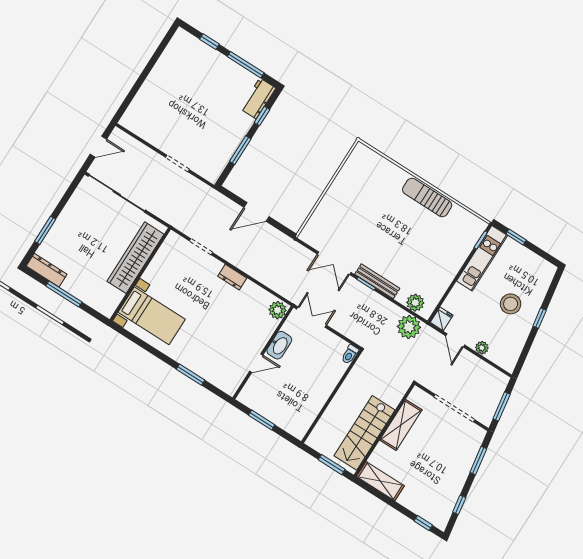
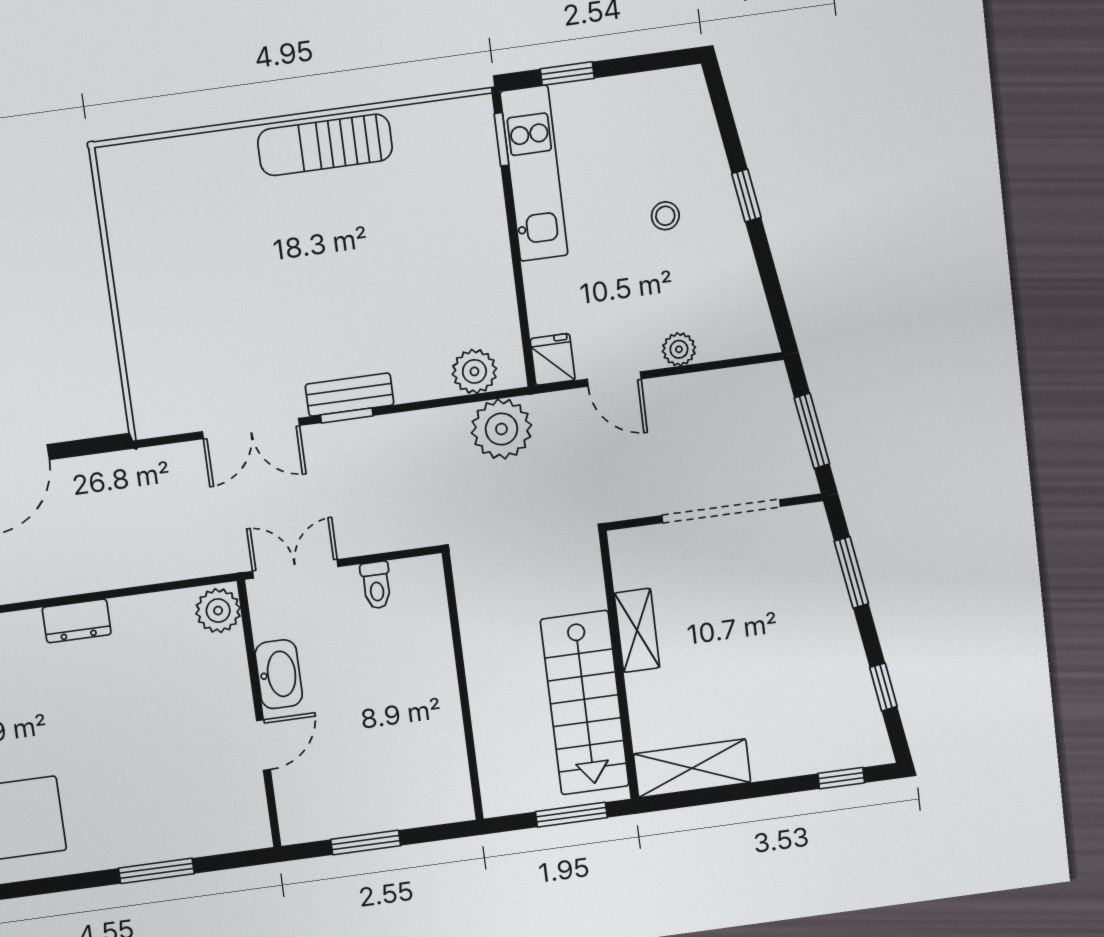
bench: (377, 281) -> (350, 395), width x0.73
stool: (511, 304) -> (665, 216), width x0.53, depth x0.53
toilet: (350, 354) -> (376, 585), moved
shelving: (401, 425) -> (637, 630), width x0.67, depth x0.75

